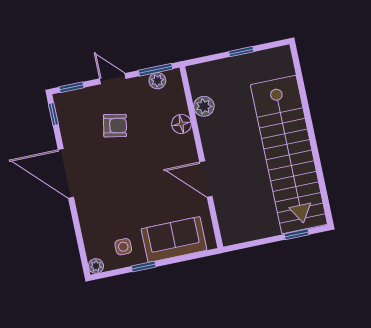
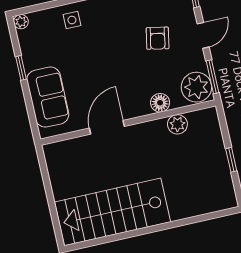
plant: (157, 81) -> (196, 87), width x1.88, depth x1.88
stairs: (289, 154) -> (113, 212), width x0.73
window: (297, 234) -> (54, 216), removed
side table: (123, 247) -> (72, 20), moved

